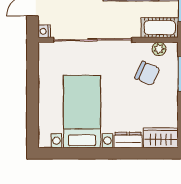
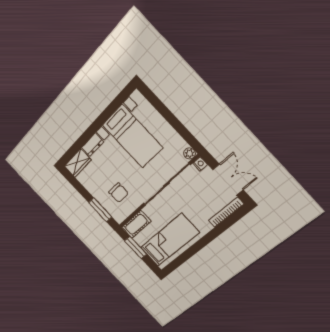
plant: (159, 49) -> (190, 153), moved
chair: (147, 73) -> (119, 193), turned -114

